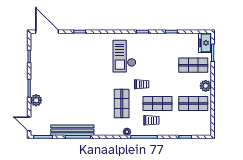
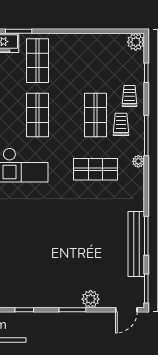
trolley: (142, 84) -> (129, 96), moved
plant: (206, 86) -> (136, 42), moved
shop shelf: (193, 103) -> (37, 115), moved

